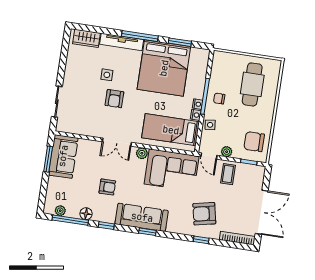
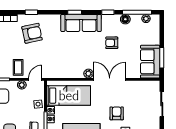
double door: (117, 142) -> (110, 79), width x1.37
door: (209, 156) -> (35, 79), hinge flipped
corner sofa: (172, 170) -> (63, 64), removed

